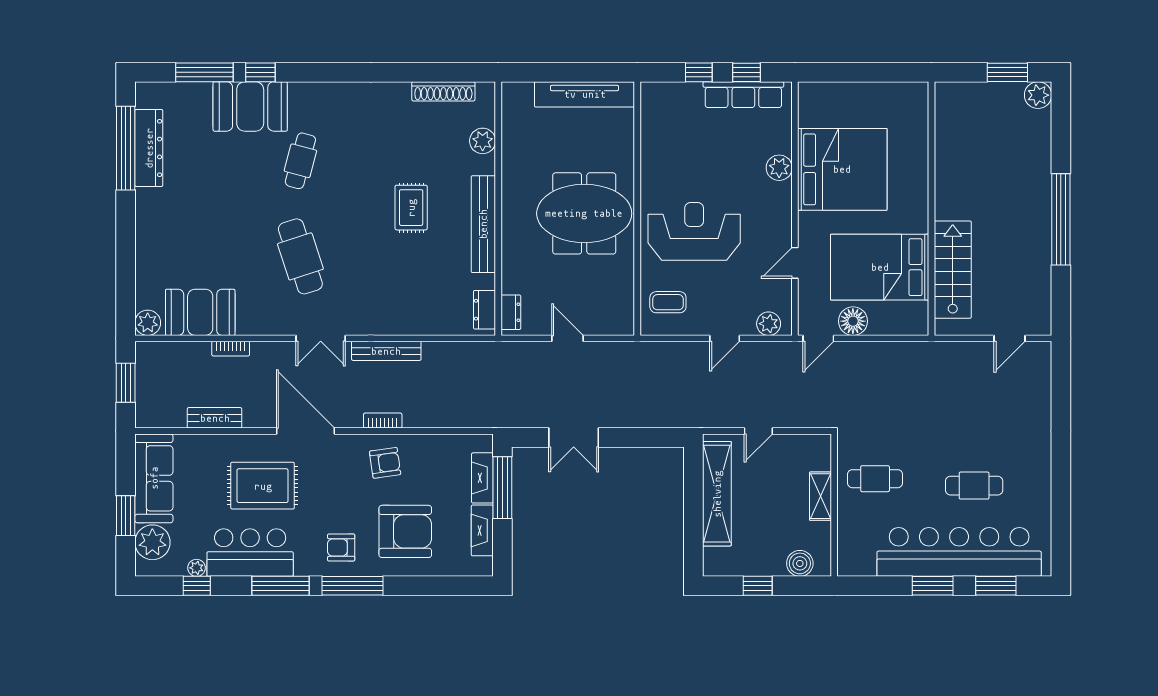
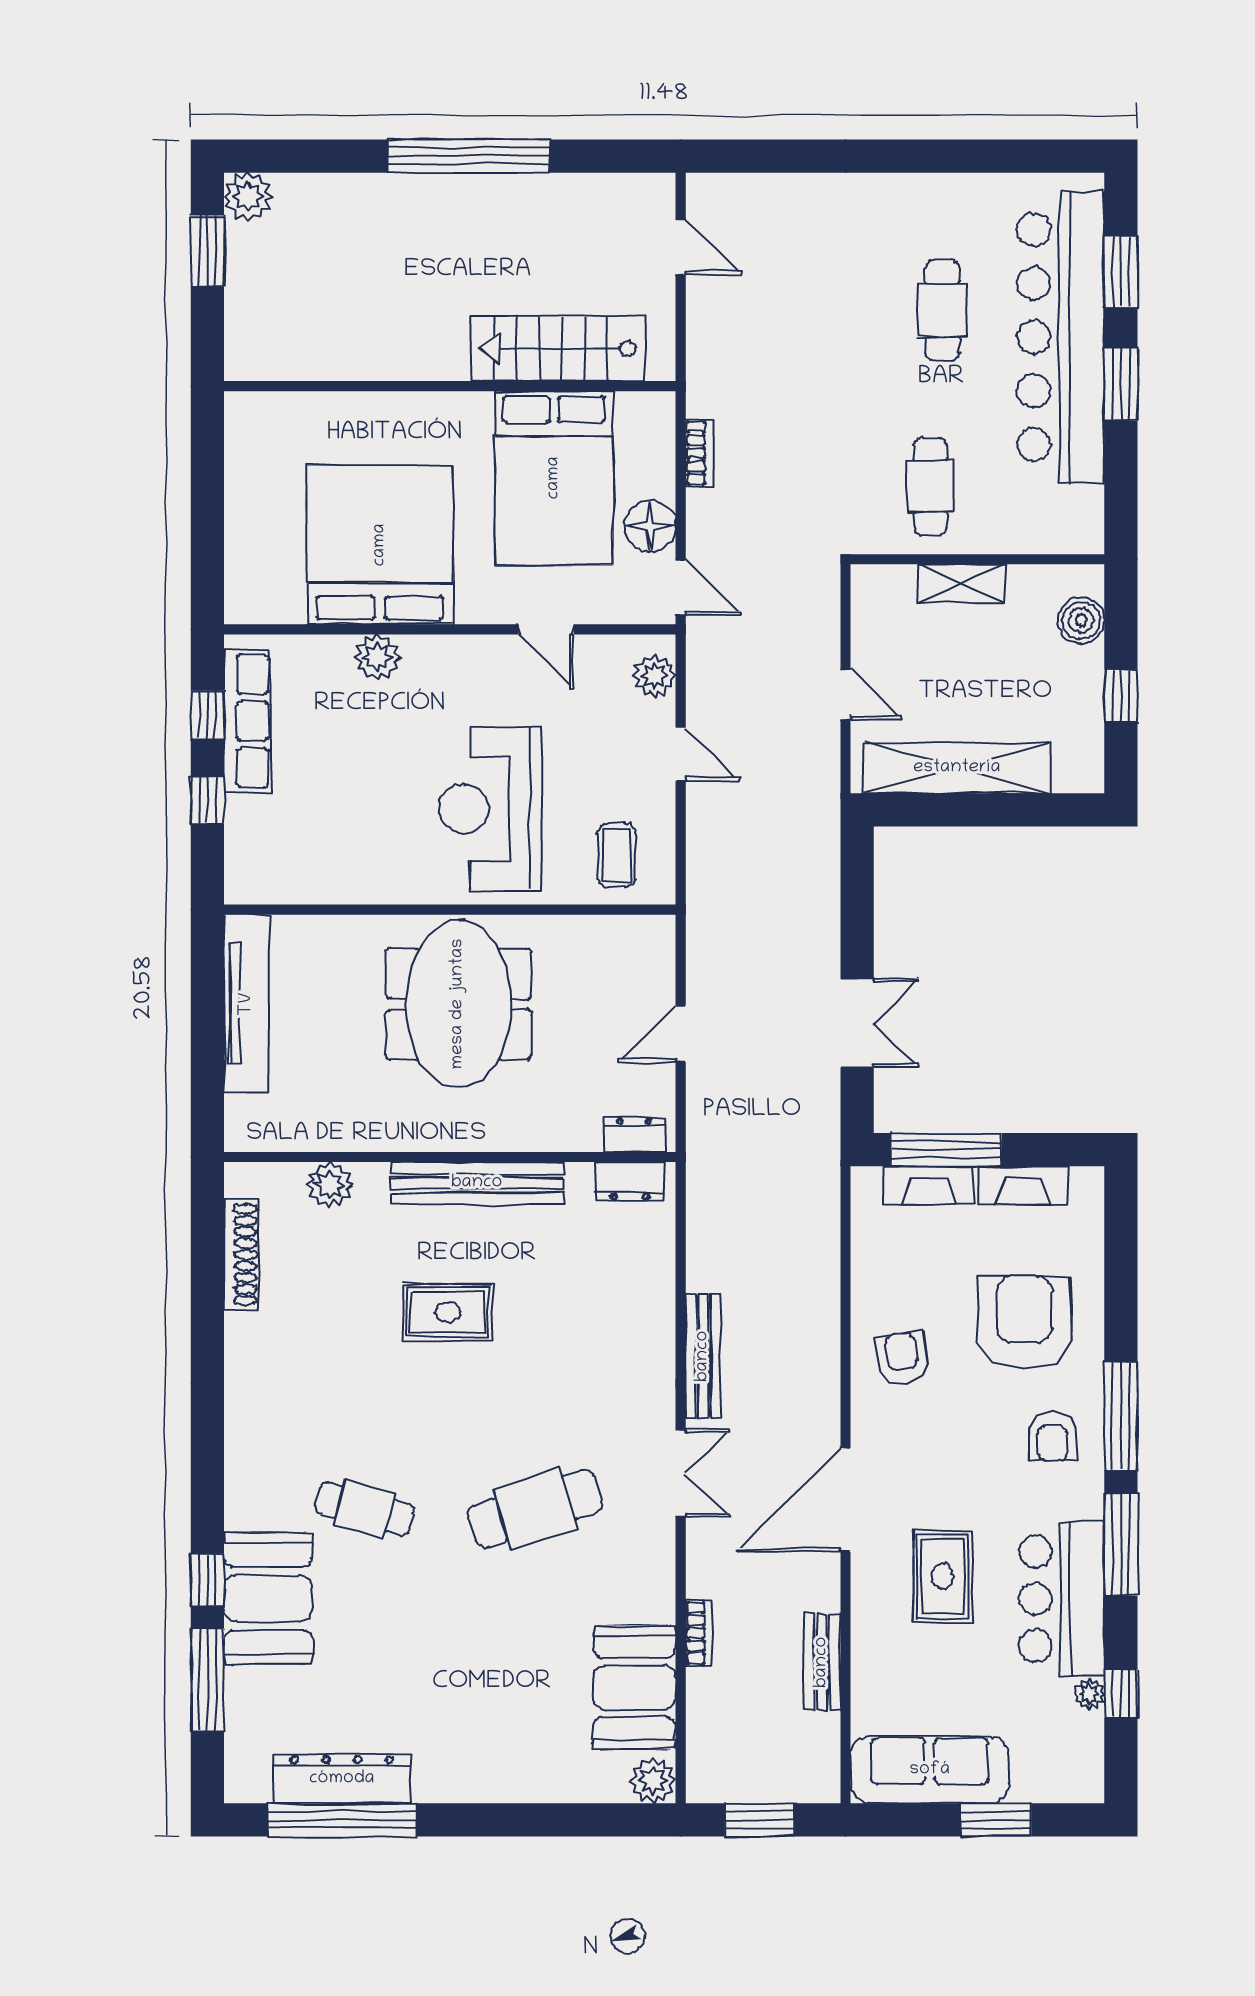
bookcase: (383, 421) -> (699, 453), moved, turned 180
rug: (263, 486) -> (943, 1576), width x0.73, depth x0.70
plant: (152, 542) -> (1044, 1772), removed

